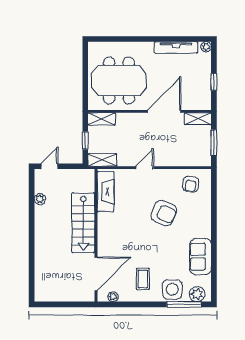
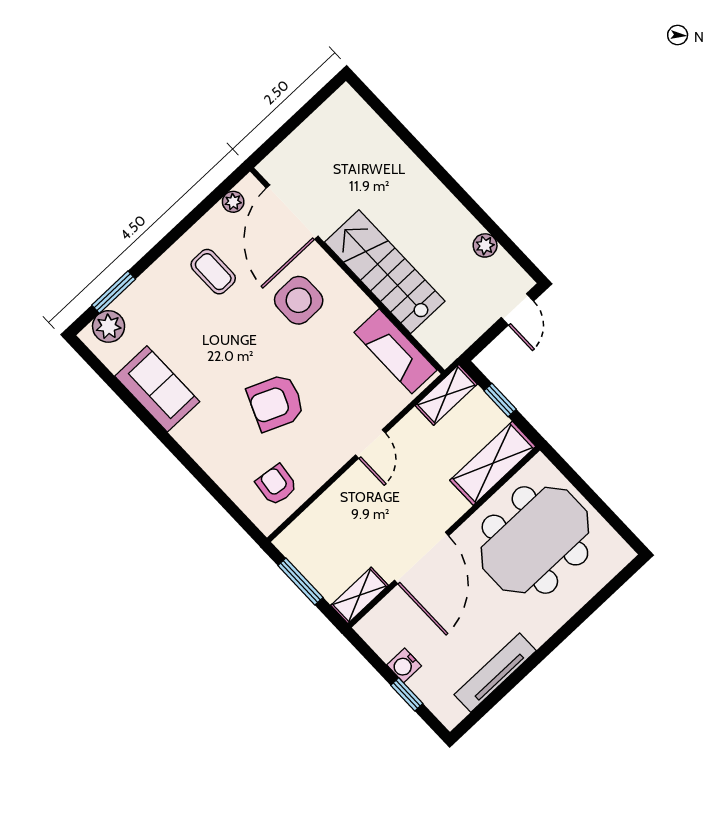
plant: (206, 47) -> (450, 717), removed
water cooler: (205, 80) -> (404, 665), added
window: (214, 82) -> (407, 694), moved
shelving: (102, 119) -> (493, 463), width x1.50, depth x1.33
side table: (172, 289) -> (299, 300), moved
window: (184, 304) -> (114, 292), width x0.69

